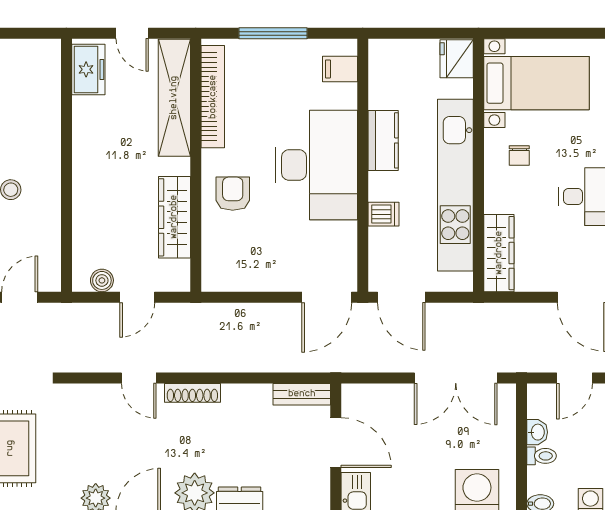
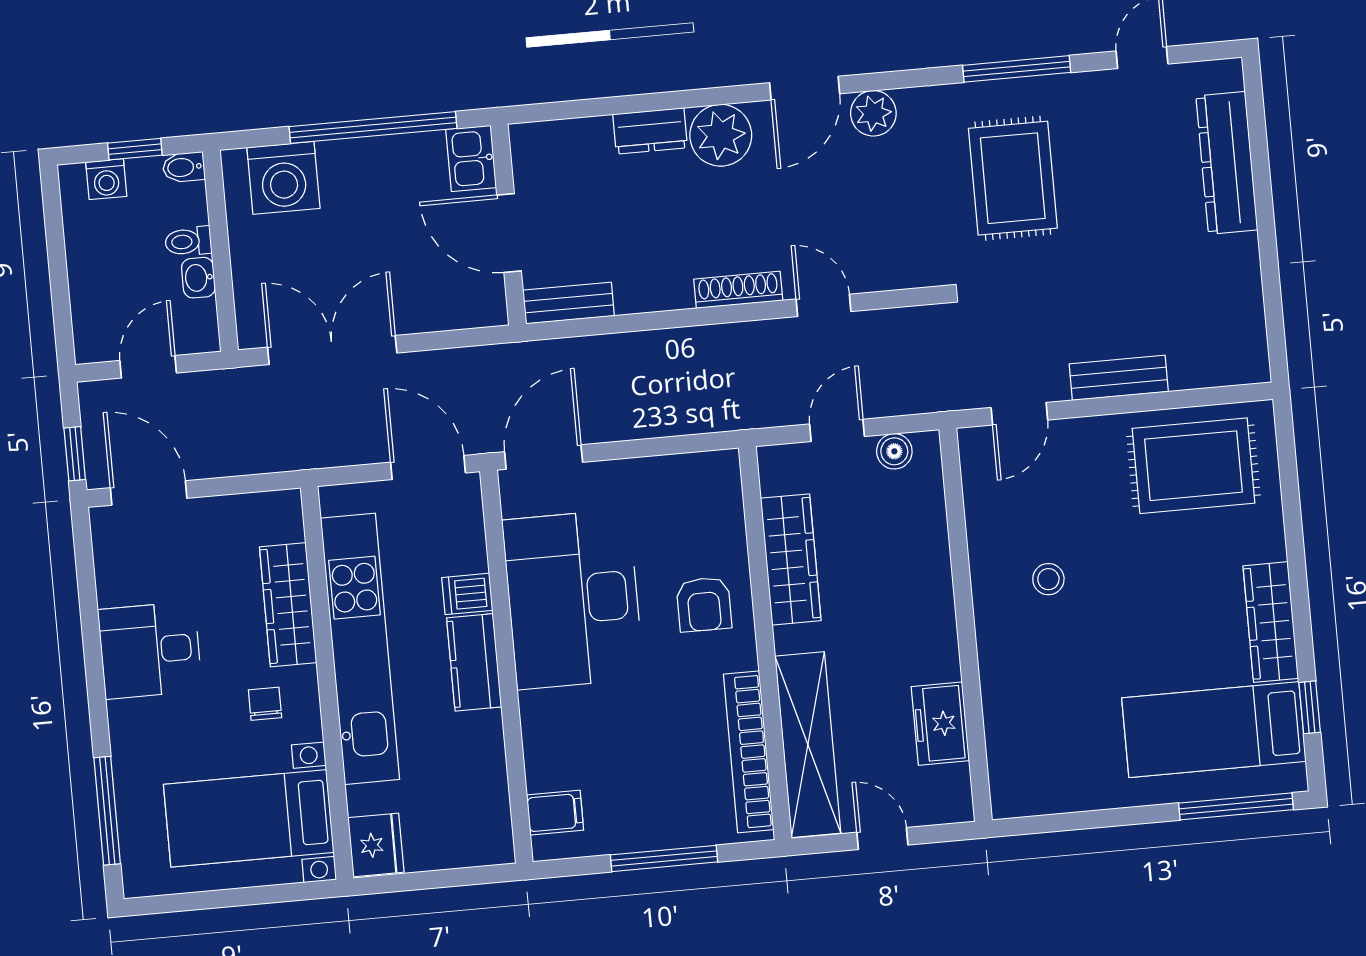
freezer: (88, 69) -> (940, 724), moved
kitchen counter: (383, 140) -> (474, 662), moved
desk: (316, 165) -> (573, 599), moved
wardrobe: (499, 253) -> (288, 605), moved

